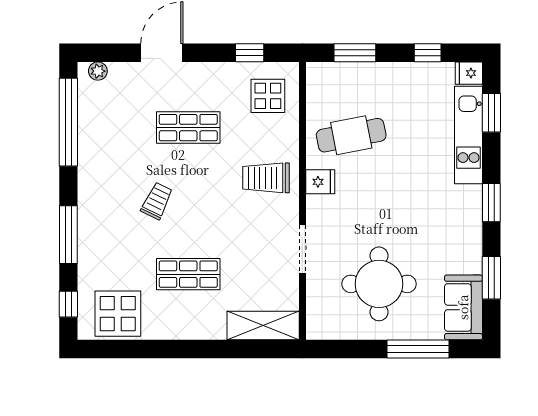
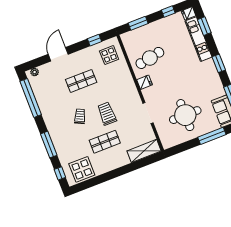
trolley: (266, 178) -> (107, 114), moved, turned 90

